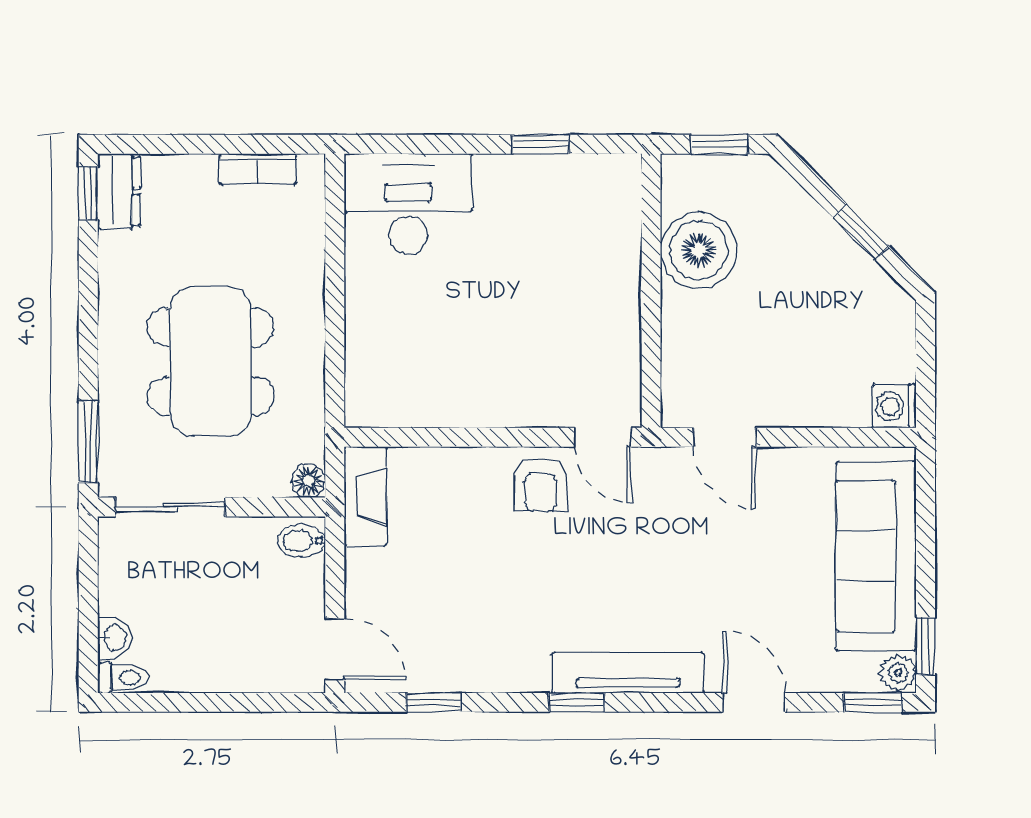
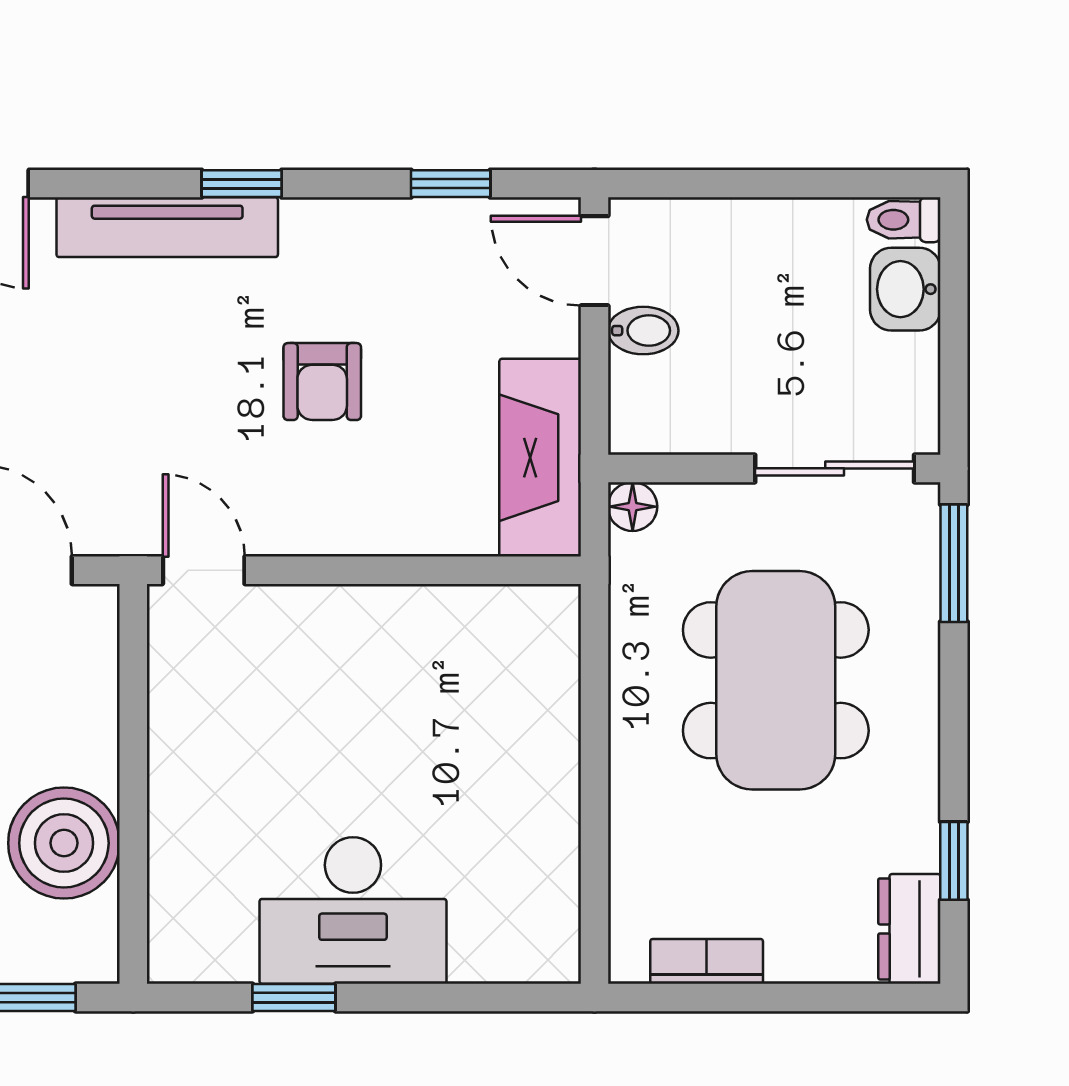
window: (88, 193) -> (954, 861), moved
desk: (408, 204) -> (353, 911), moved
armchair: (540, 484) -> (322, 382), moved, turned 180
fireplace: (365, 496) -> (540, 458), width x1.37, depth x1.32
bidet: (301, 541) -> (643, 331), moved
washbasin: (114, 638) -> (905, 289), width x1.38, depth x1.45

